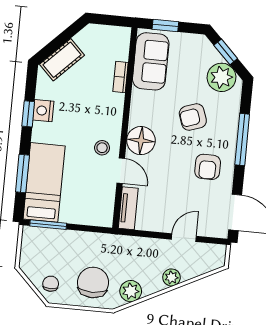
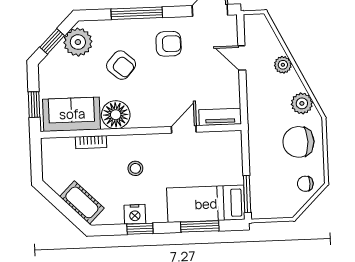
armchair: (193, 117) -> (121, 65), turned -30
floor lamp: (141, 141) -> (116, 115), moved
stool: (102, 148) -> (135, 168), moved

